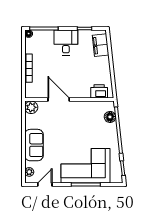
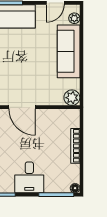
door: (59, 100) -> (22, 107), moved
sofa: (34, 145) -> (69, 51), width x1.36

